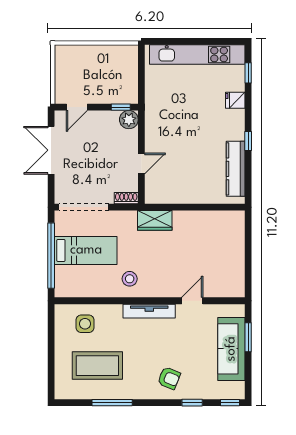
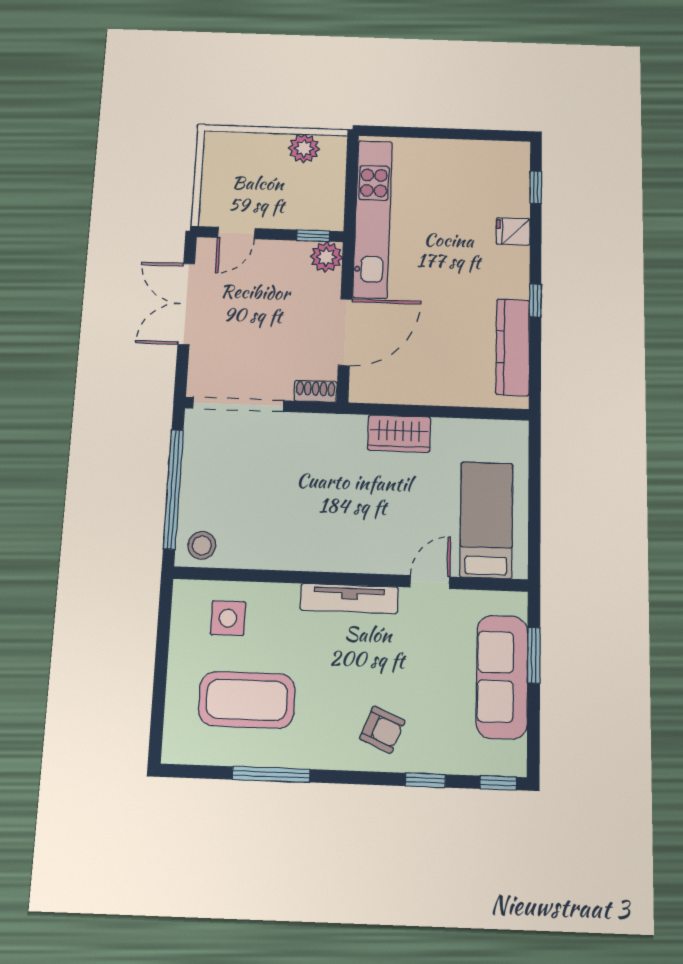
plant: (113, 54) -> (304, 148), added
kitchen unit: (197, 55) -> (373, 219), moved, turned -90
door: (141, 163) -> (345, 332), width x1.87
wardrobe: (155, 220) -> (399, 434), moved
bed: (86, 250) -> (486, 520), moved, turned -90
stool: (130, 279) -> (202, 545), moved

